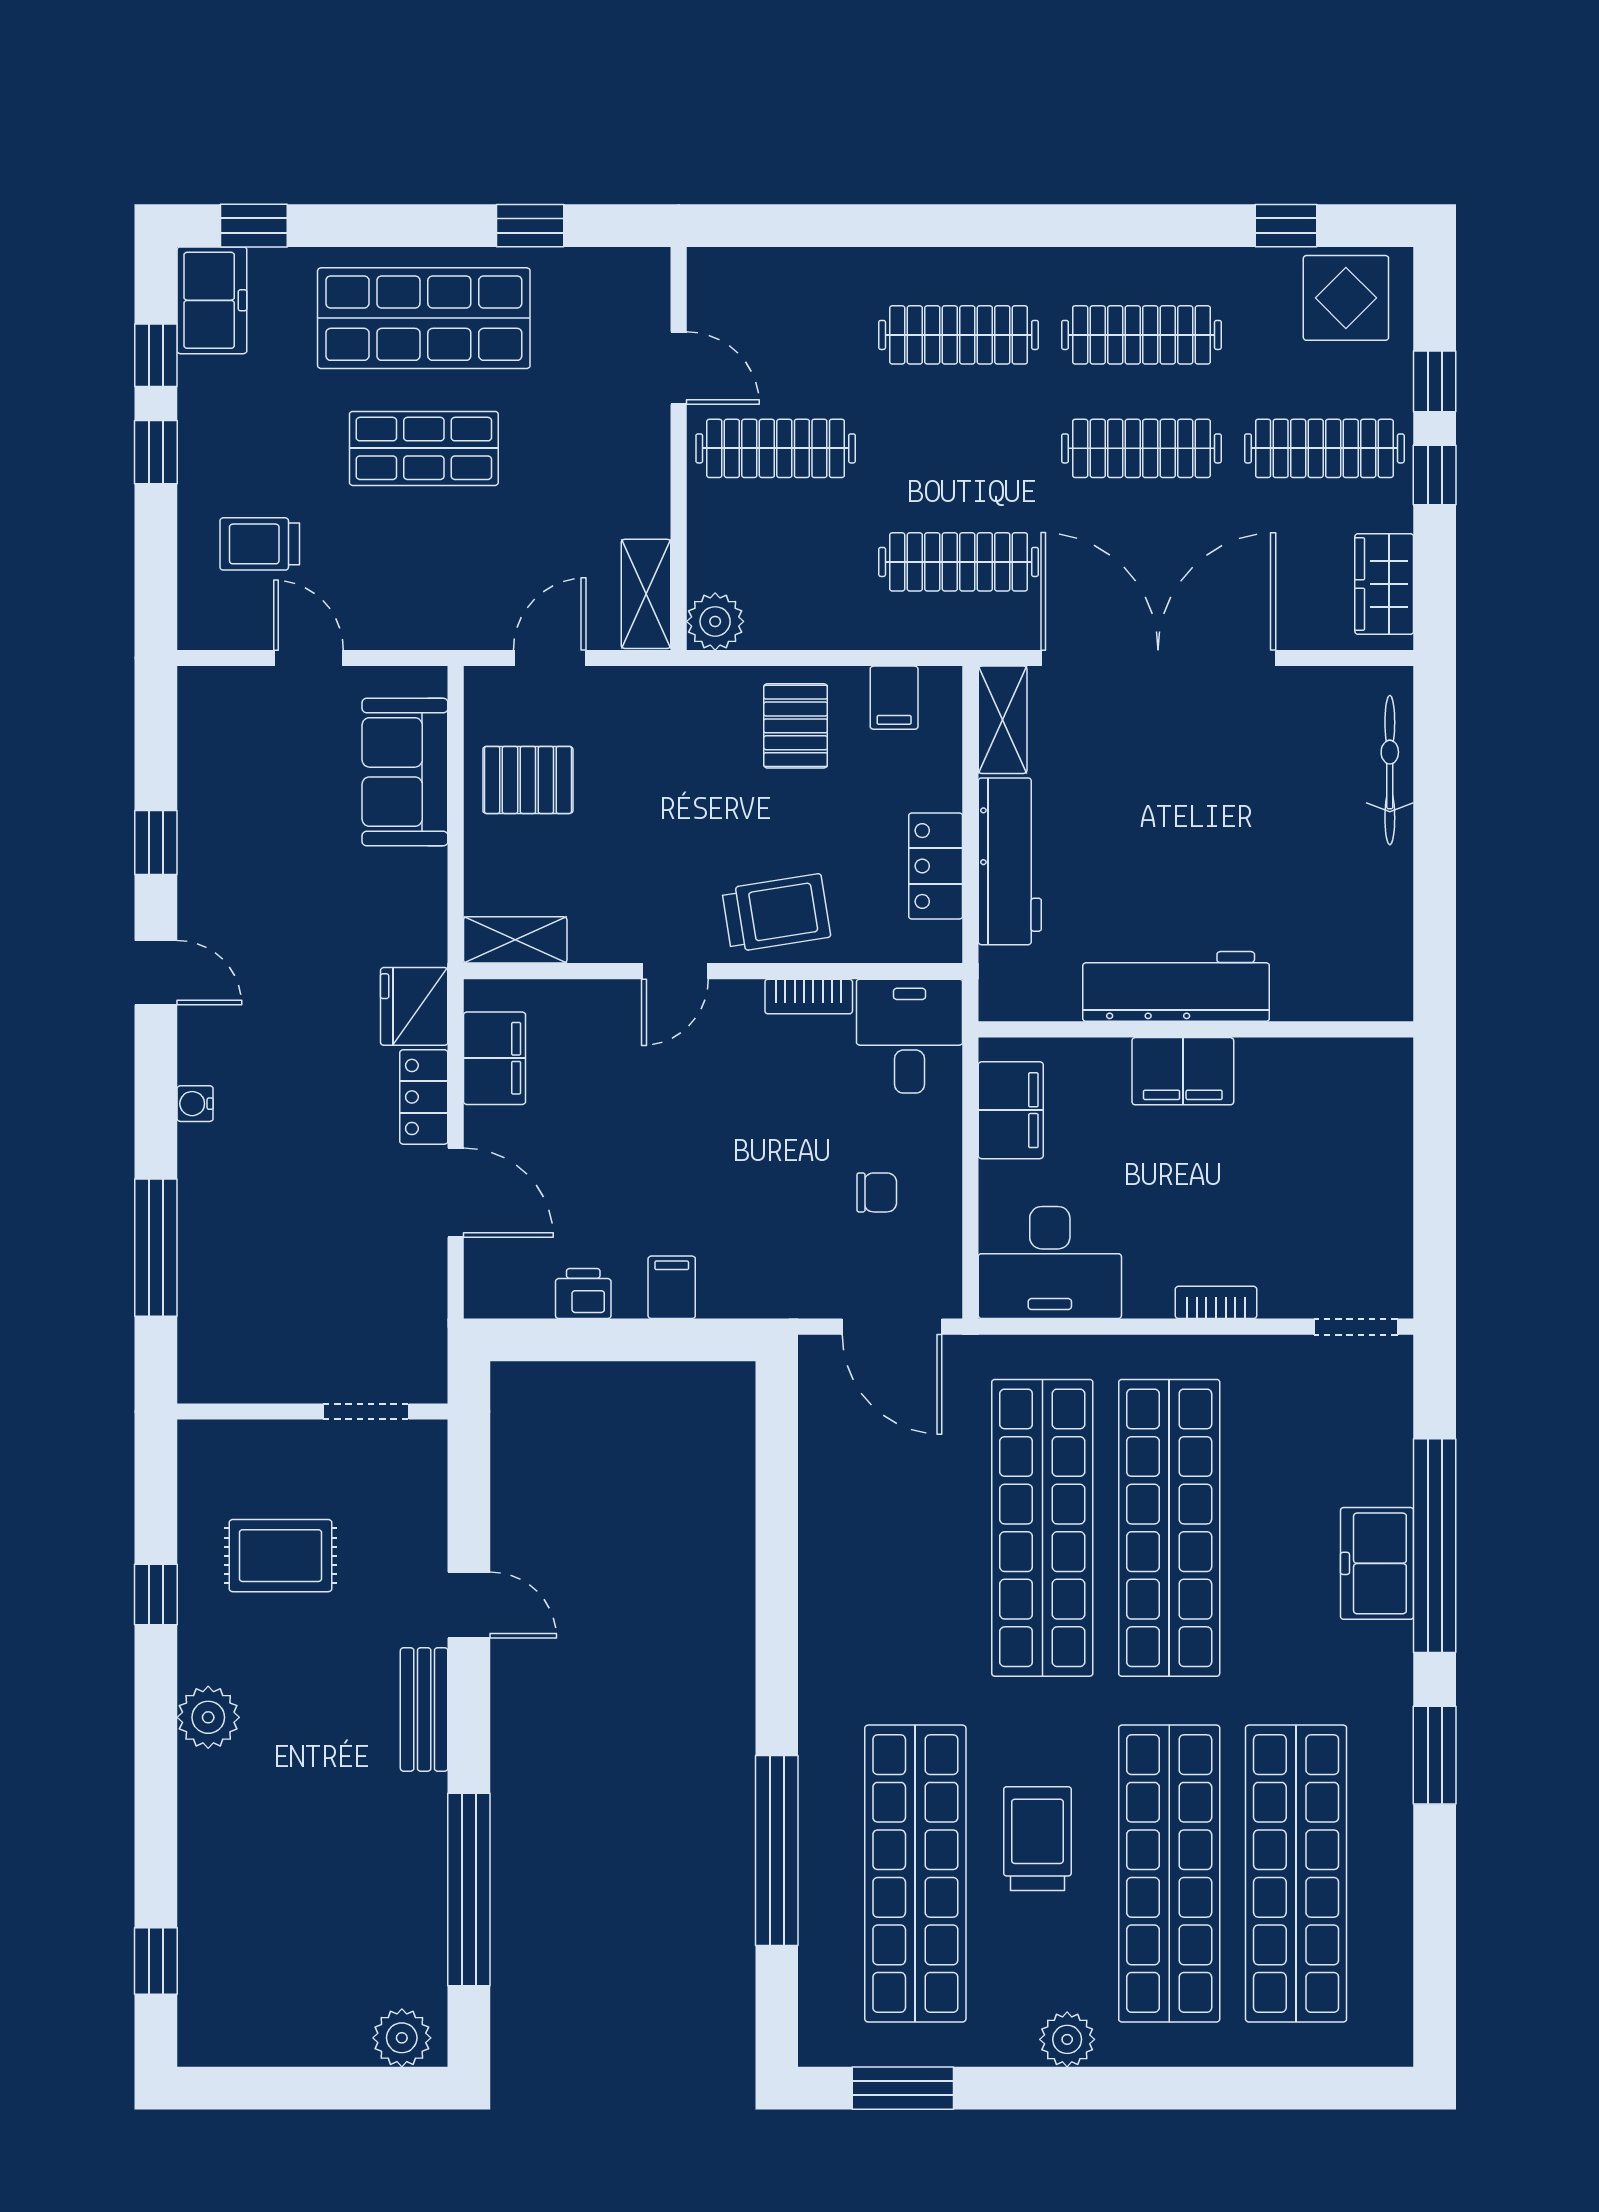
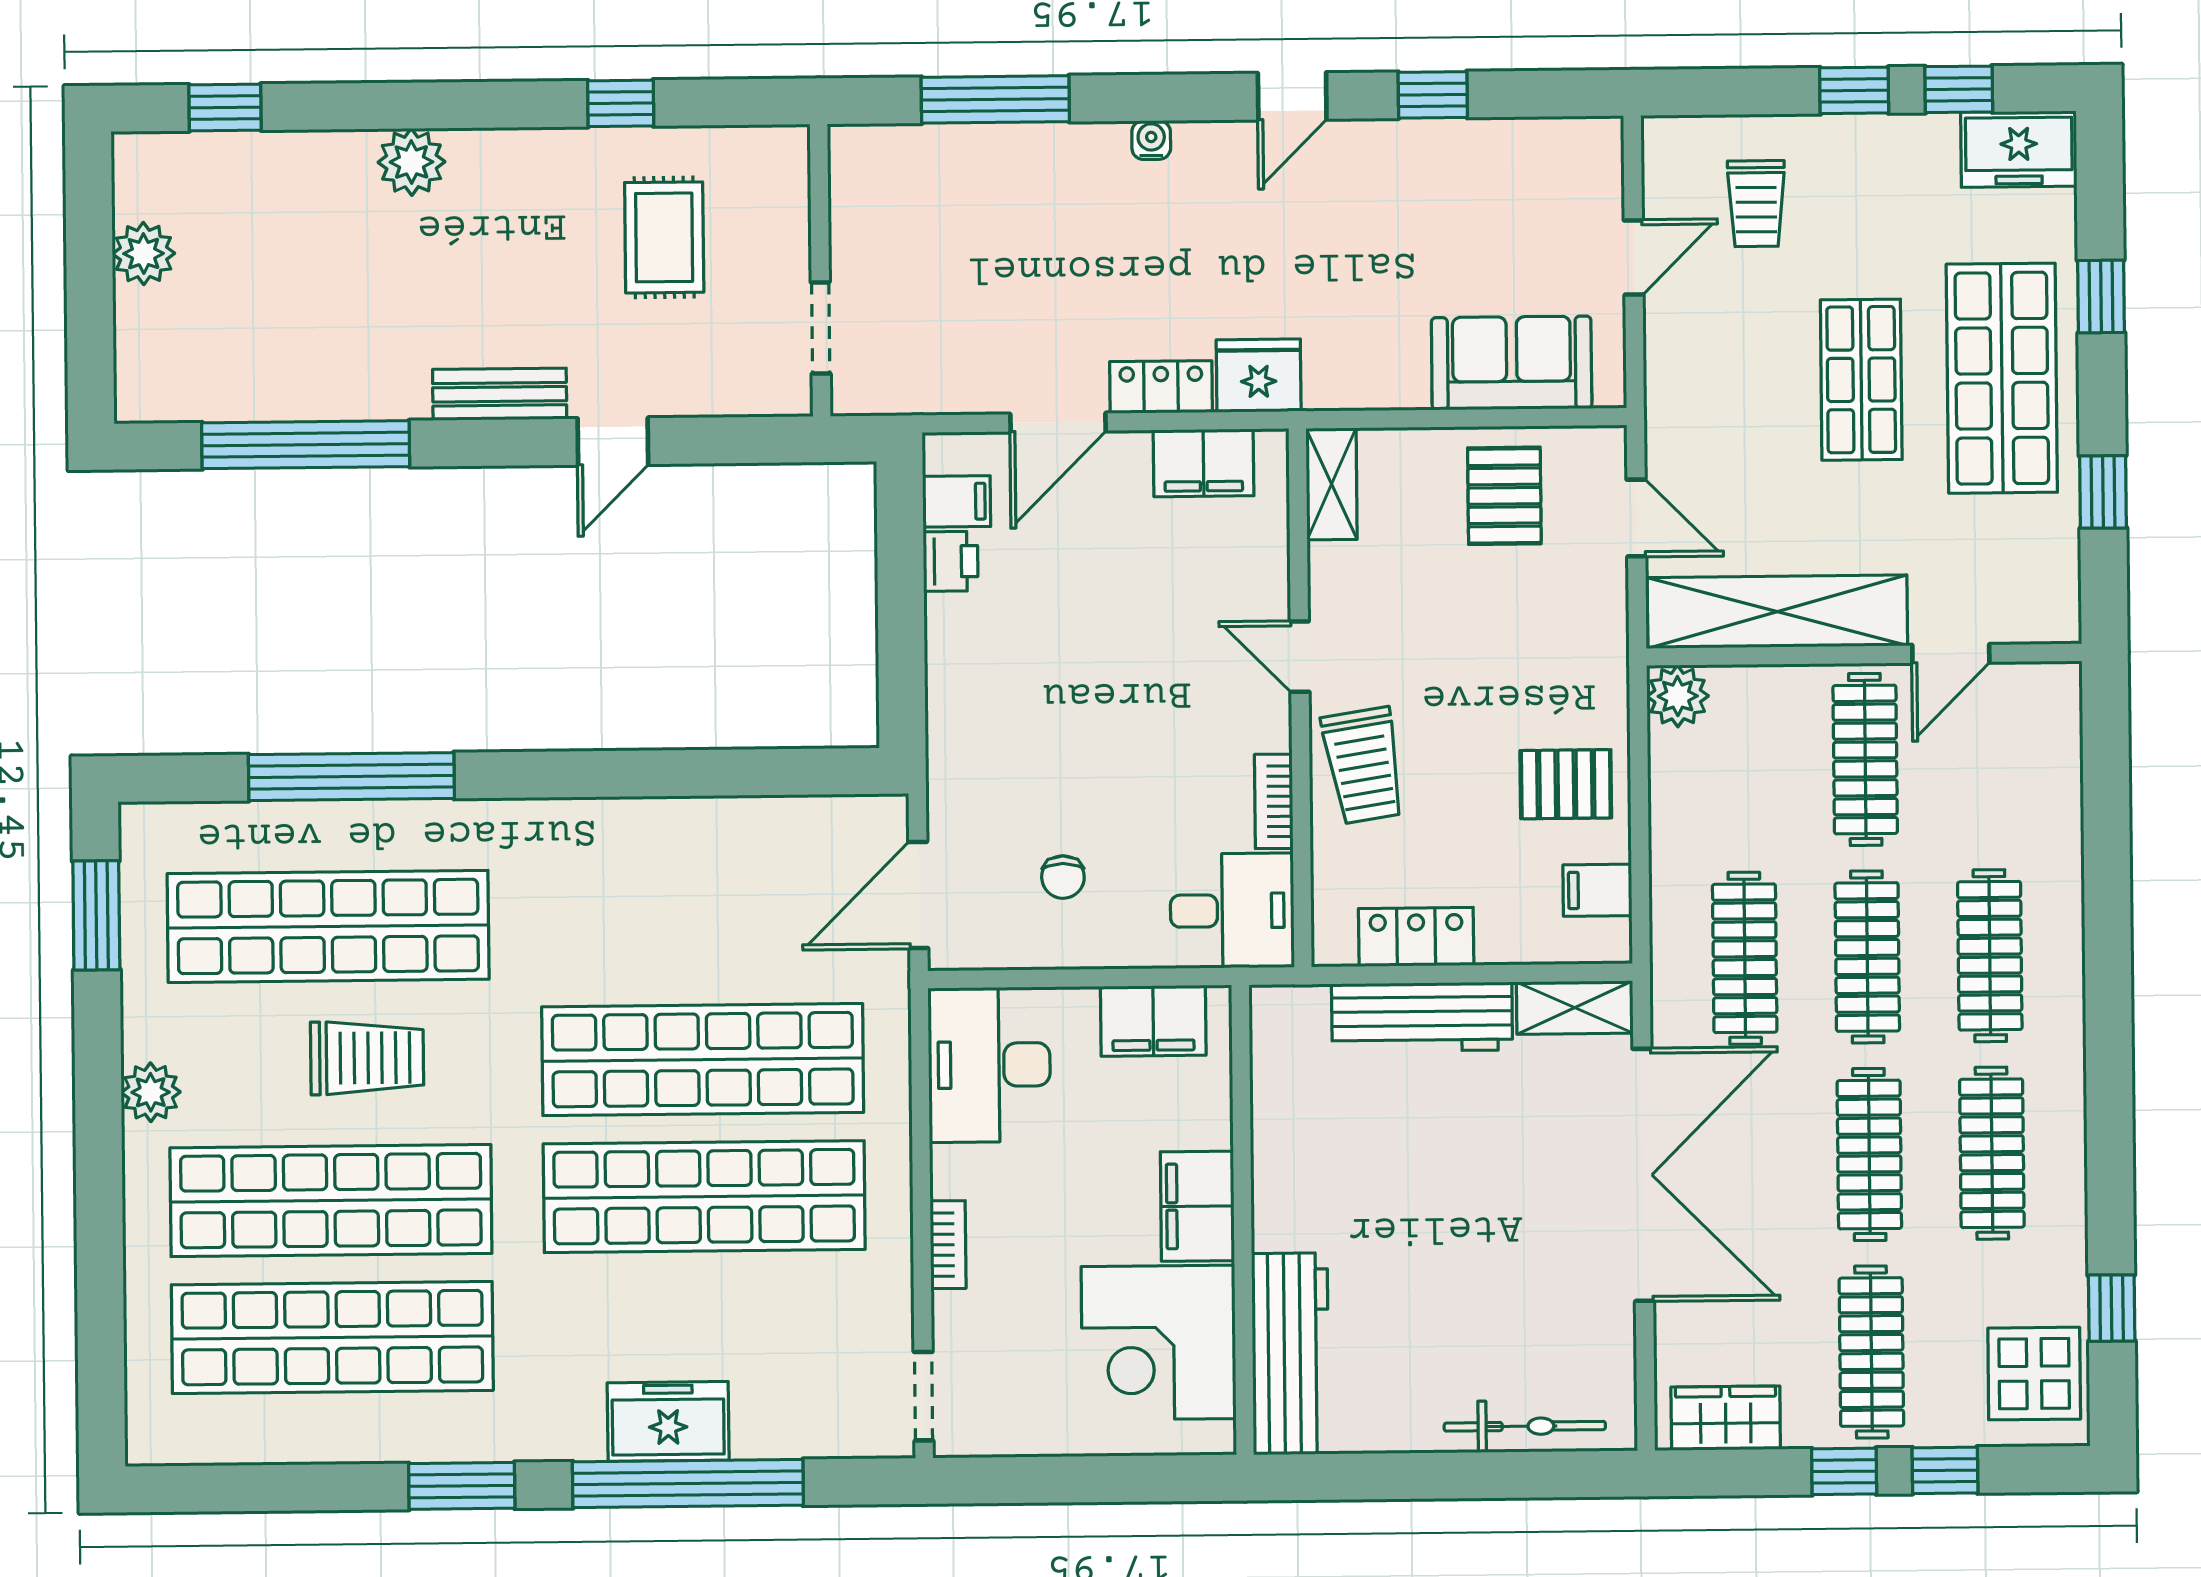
window: (254, 226) -> (2101, 297), moved
clothes rail: (959, 448) -> (1867, 957), added
trolley: (260, 544) -> (1756, 204), turned 180
shelving: (646, 594) -> (1777, 612), width x2.20, depth x1.33
workbench: (1176, 986) -> (1290, 1354), moved
corner desk: (1309, 1108) -> (1159, 1343), added
filing cabinet: (672, 1287) -> (957, 501), moved
plant: (208, 1717) -> (411, 162), moved
plant: (402, 2038) -> (144, 254), moved

